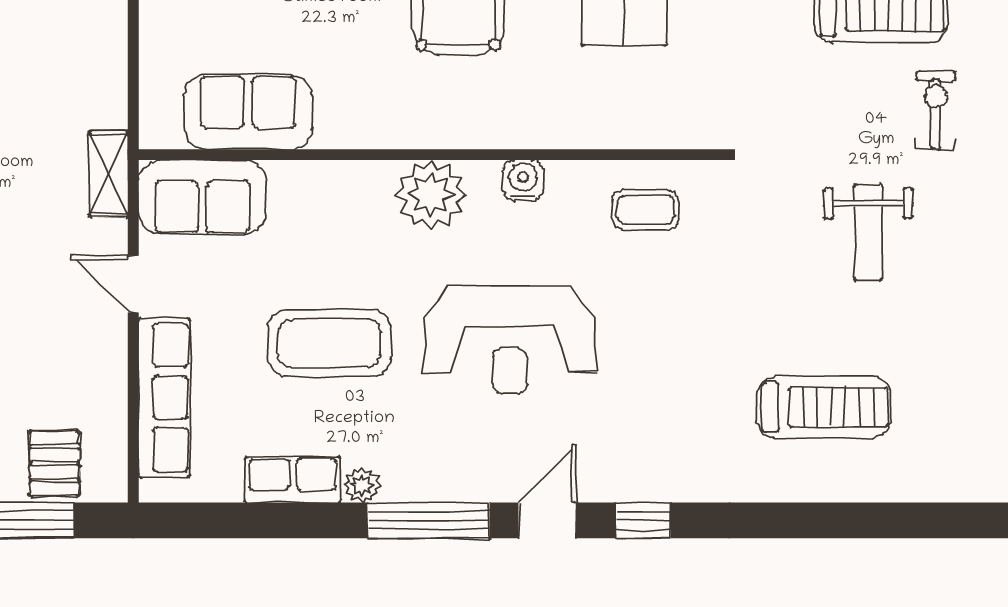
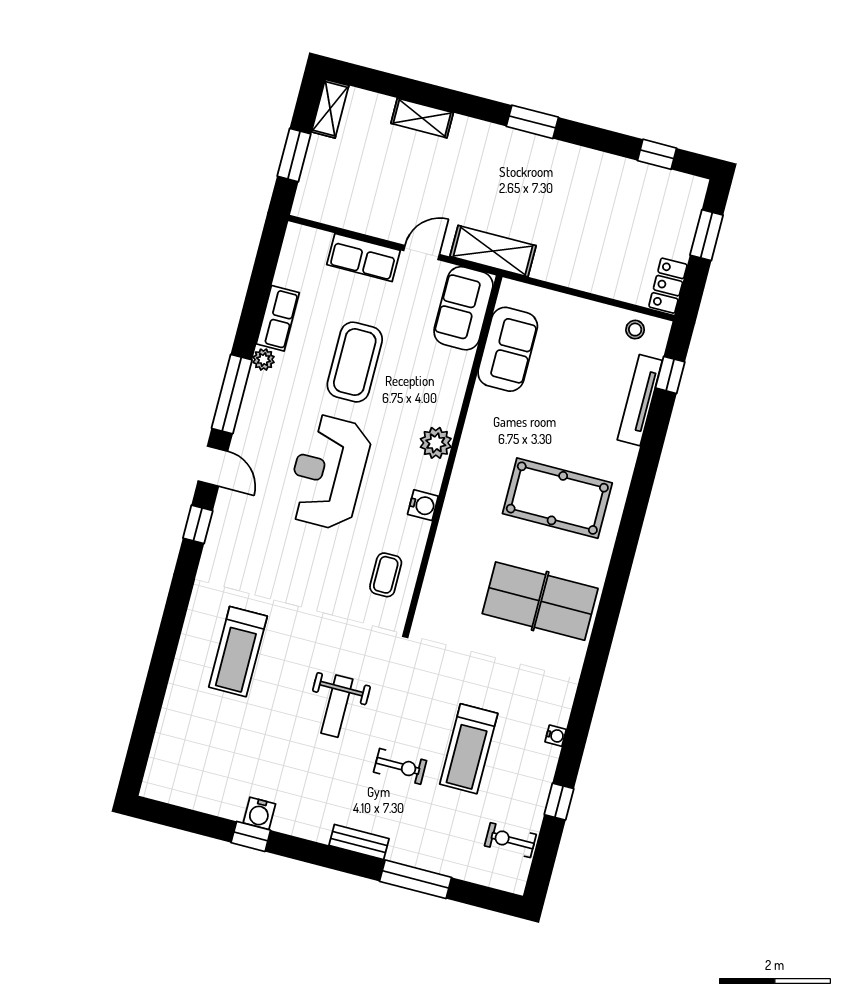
shelving: (109, 174) -> (493, 251), width x1.50, depth x1.33
plant: (431, 195) -> (436, 443), width x0.73, depth x0.73
weight bench: (868, 232) -> (337, 706), turned -90
row of seats: (164, 398) -> (364, 258), width x0.68
pallet: (54, 463) -> (325, 176), removed

